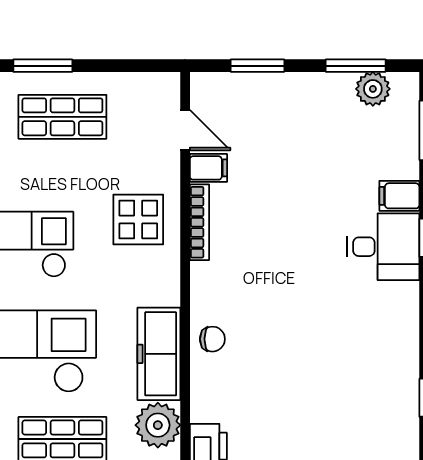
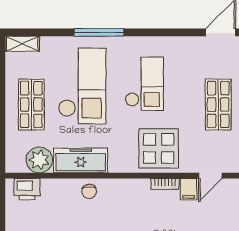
display table: (138, 220) -> (159, 148), width x1.36, depth x1.36
bookcase: (199, 222) -> (165, 184), width x0.64

